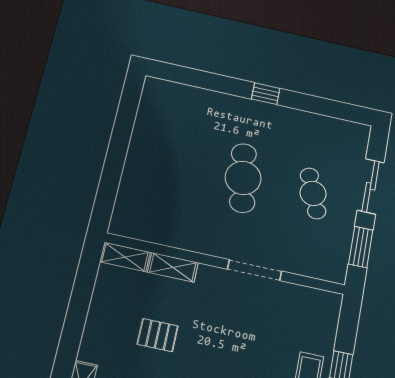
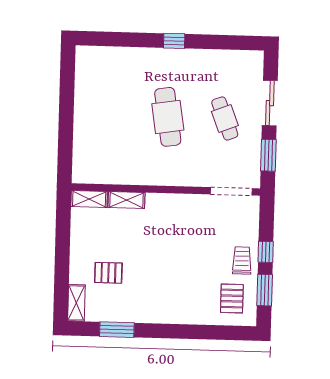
doorway: (255, 270) -> (231, 191), moved
pallet: (158, 335) -> (108, 273), moved

